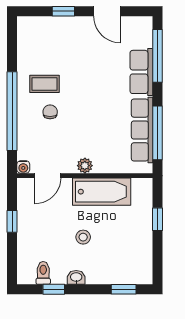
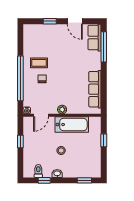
row of seats: (141, 72) -> (94, 38), moved
window: (158, 133) -> (104, 91), removed

